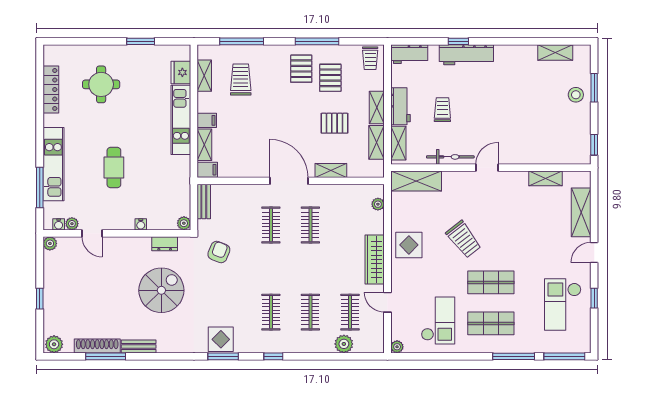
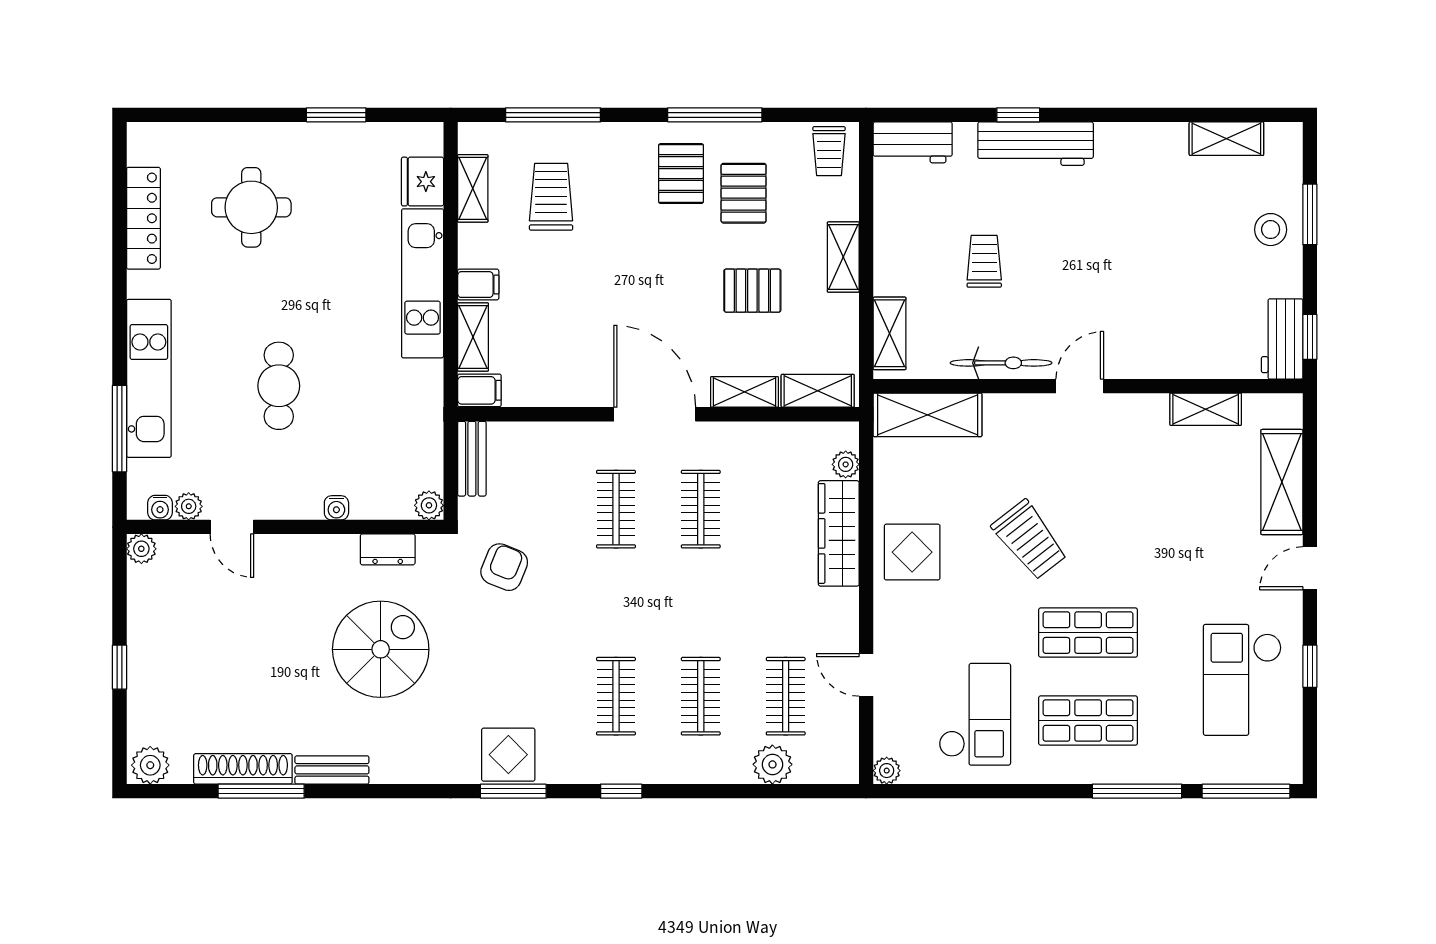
workbench: (400, 106) -> (1282, 339), moved, turned 180
shelving: (377, 142) -> (818, 391), moved, turned 90
wardrobe: (375, 259) -> (839, 533), moved

